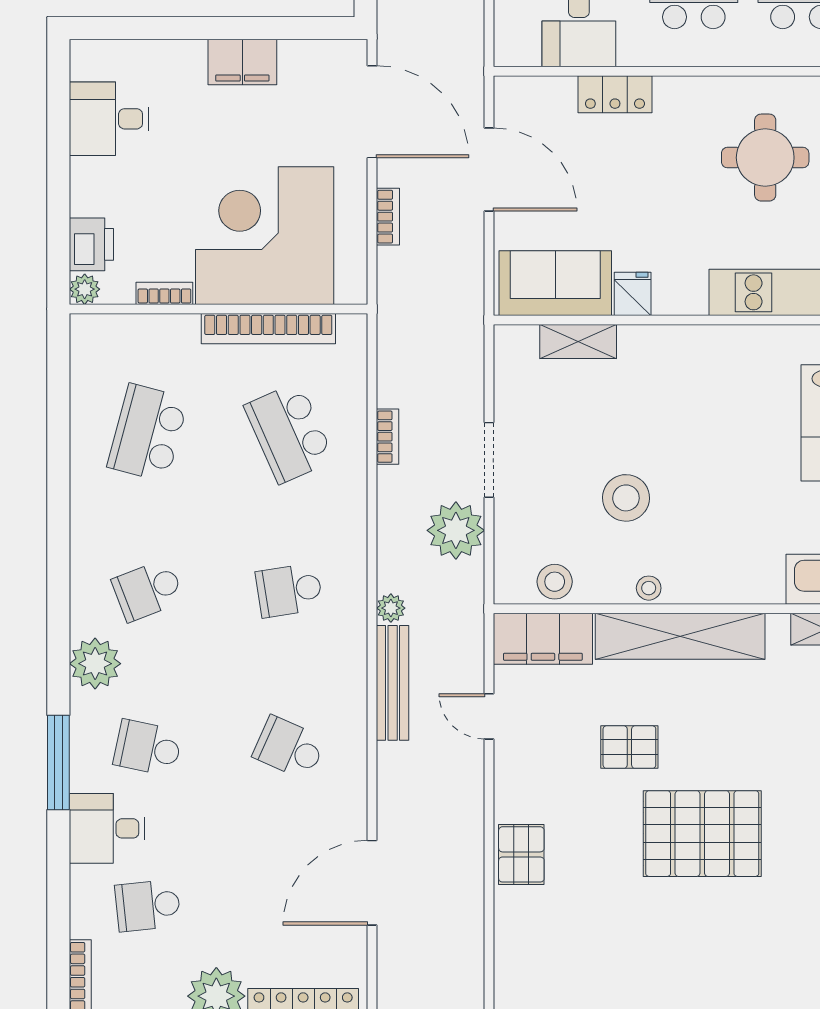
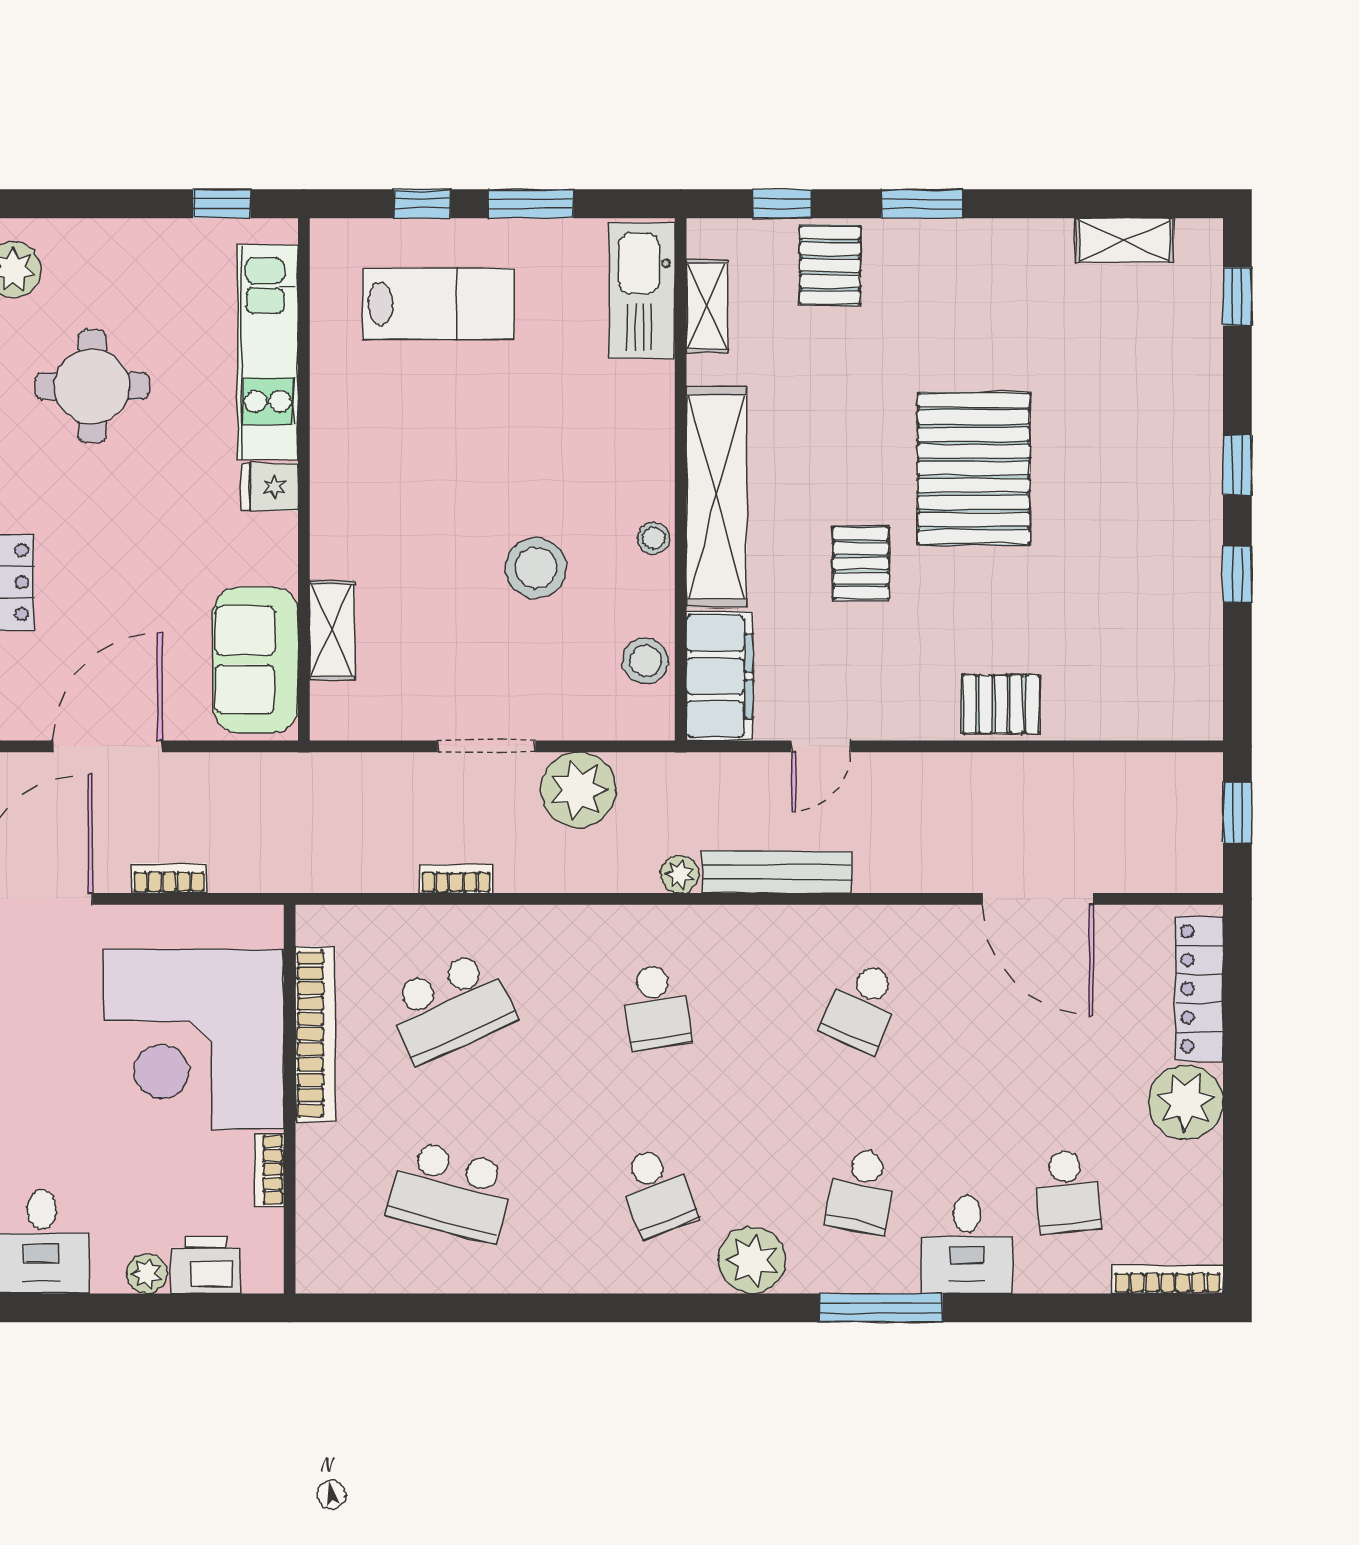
plant: (85, 289) -> (147, 1274), moved
fridge: (633, 294) -> (270, 487), moved

